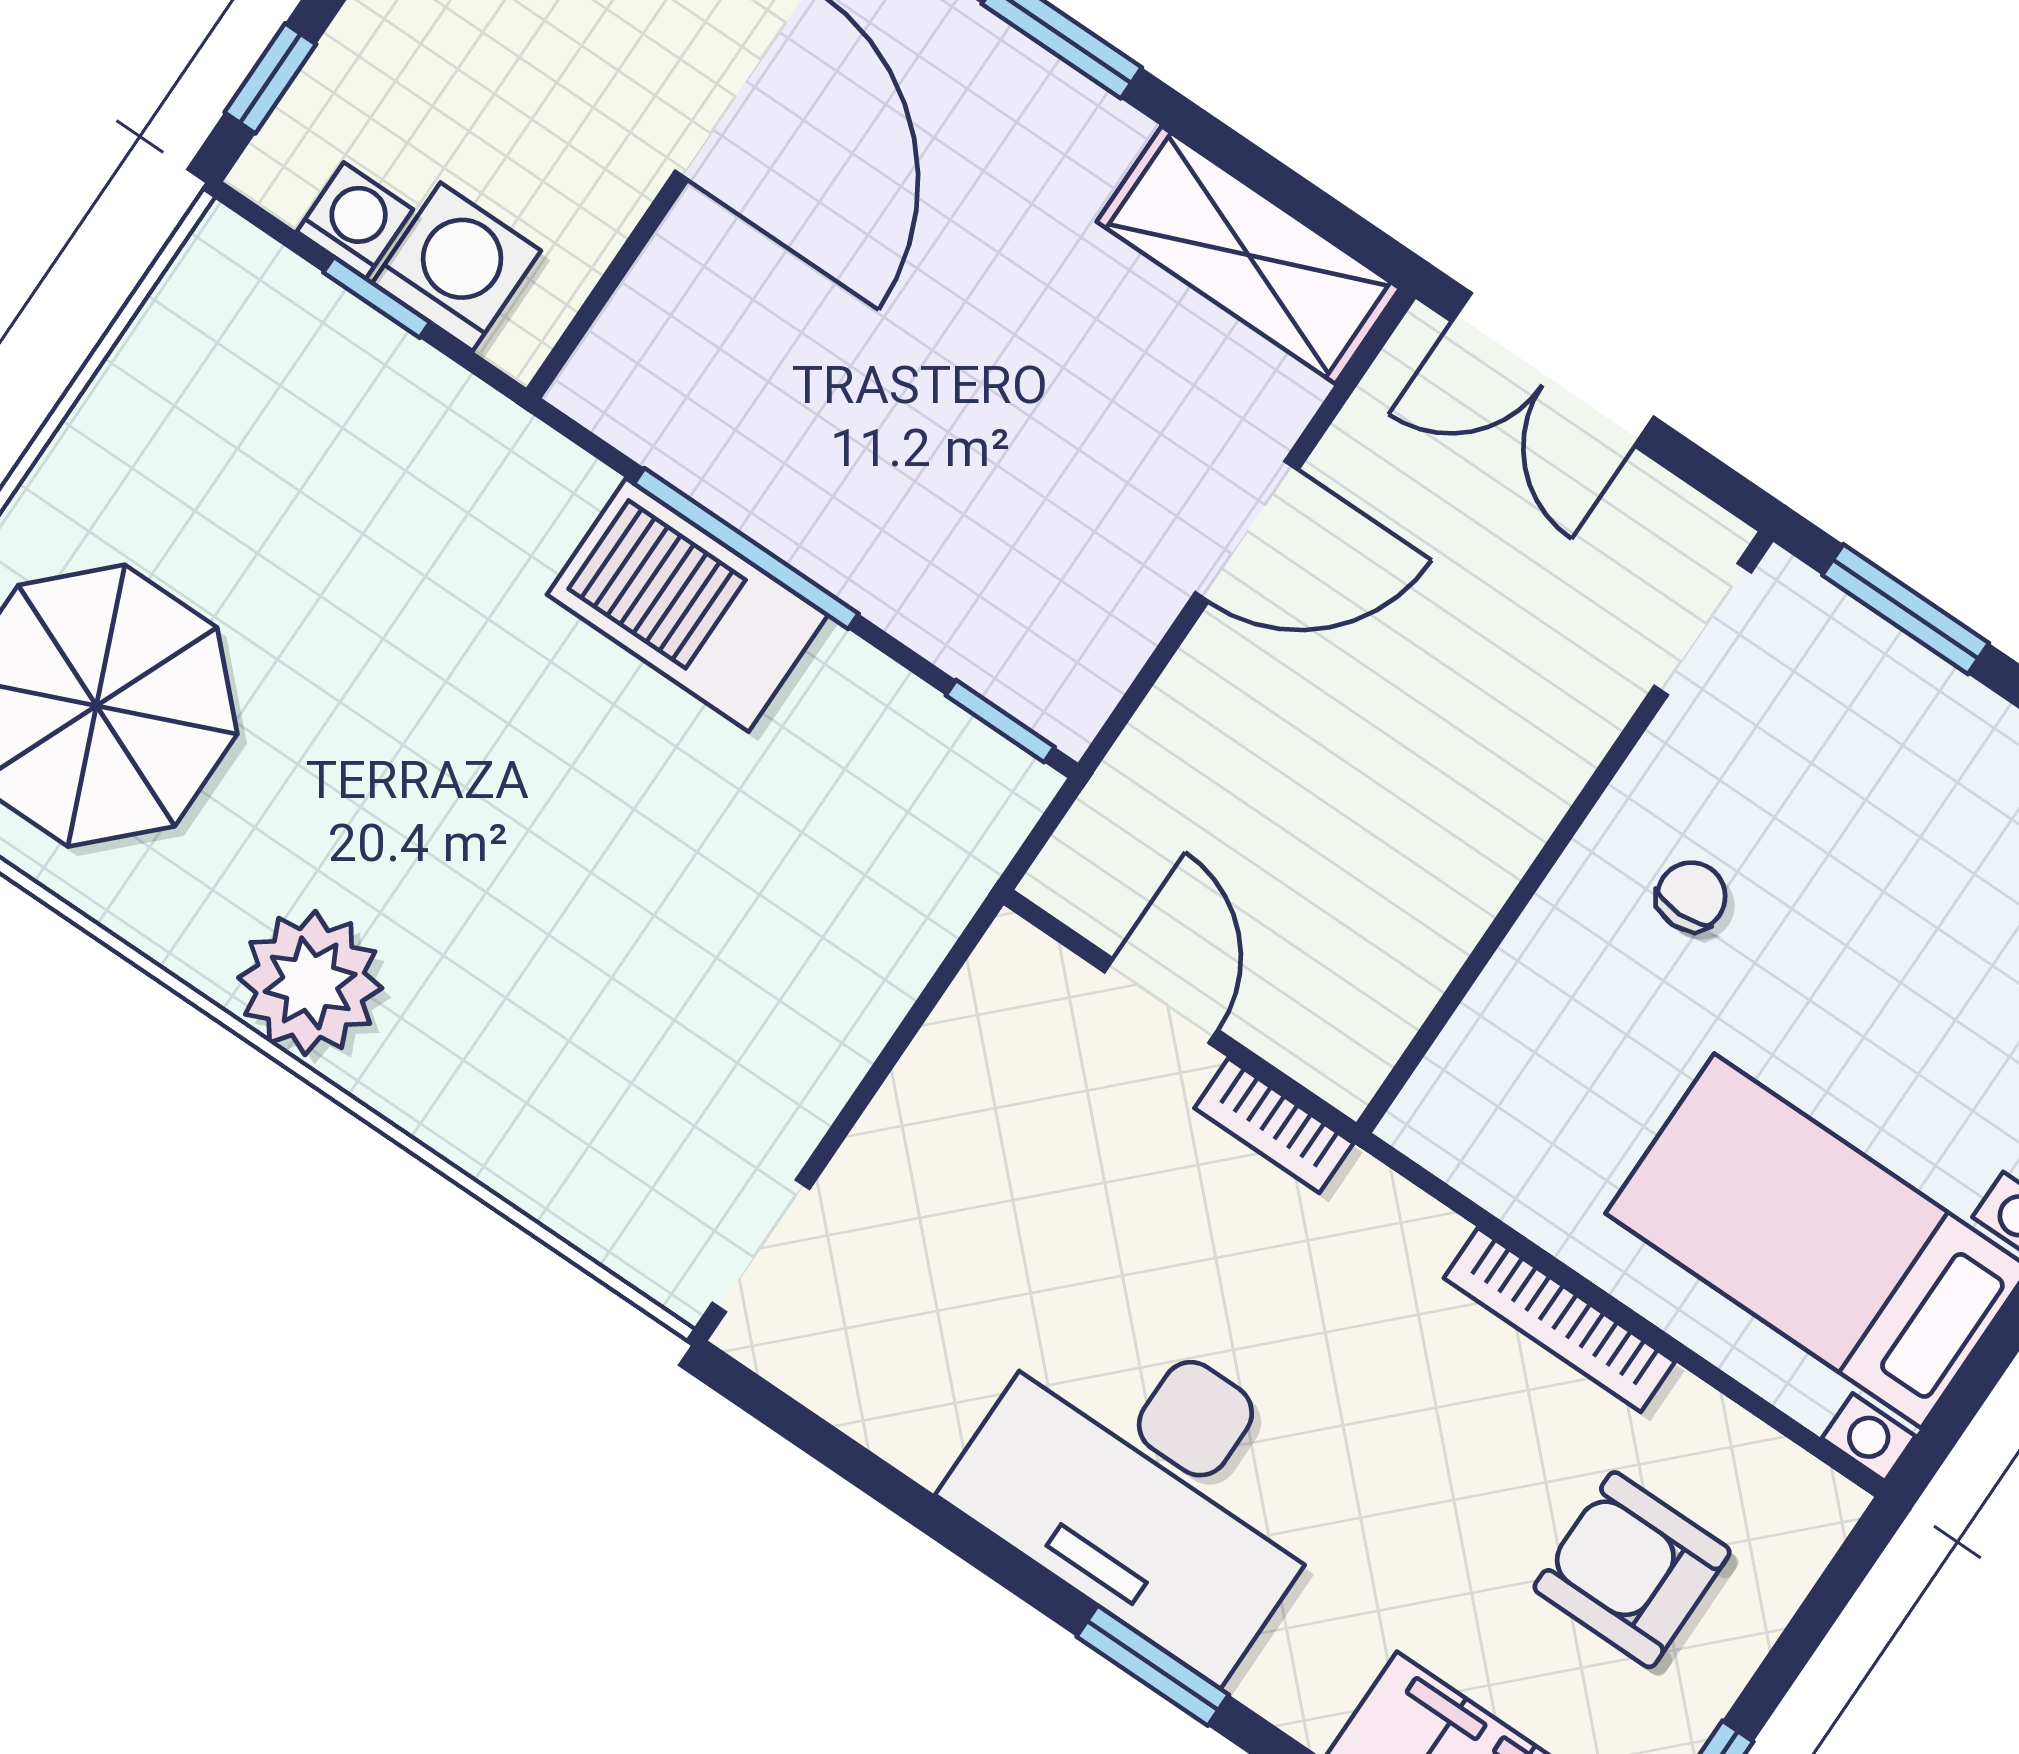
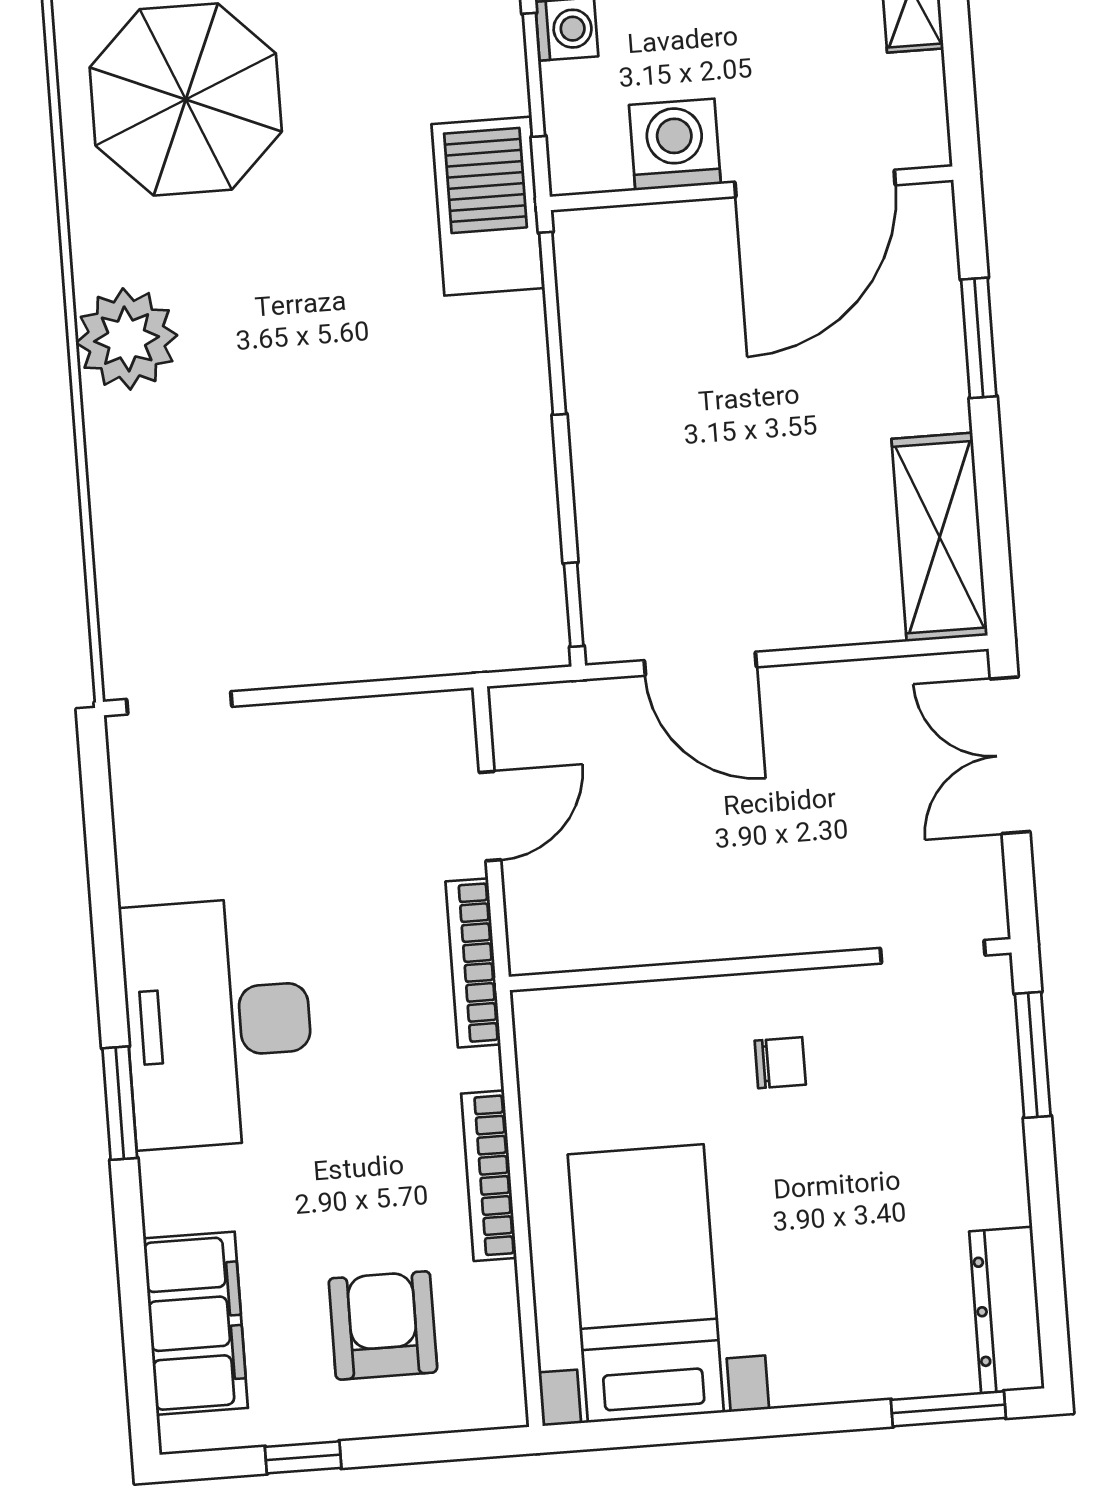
washing machine: (457, 267) -> (675, 144), moved, turned -90
window: (377, 297) -> (534, 75), width x1.50
door: (1247, 531) -> (700, 664), moved
window: (746, 549) -> (553, 323), moved
barbecue: (687, 605) -> (487, 206), moved
bookcase: (1274, 1126) -> (473, 963), width x1.56

